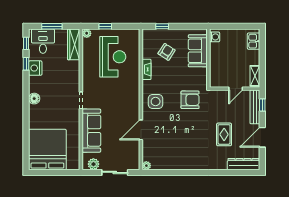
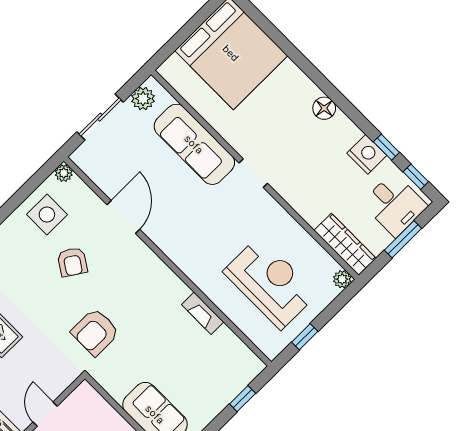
window: (105, 26) -> (305, 337), moved
armchair: (167, 52) -> (72, 262), moved
reception desk: (113, 57) -> (270, 283), turned 180
side table: (156, 102) -> (47, 214), moved

